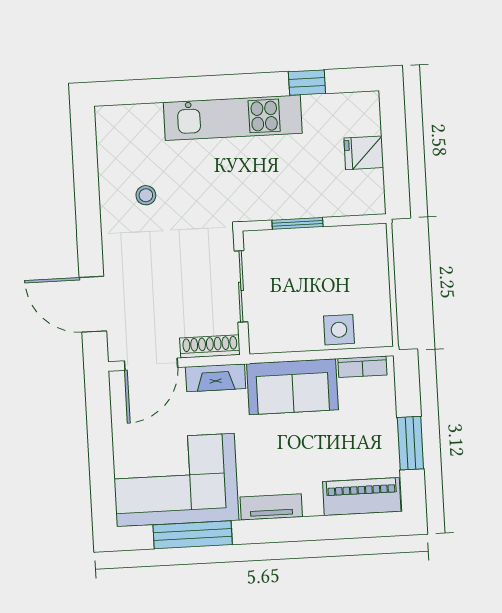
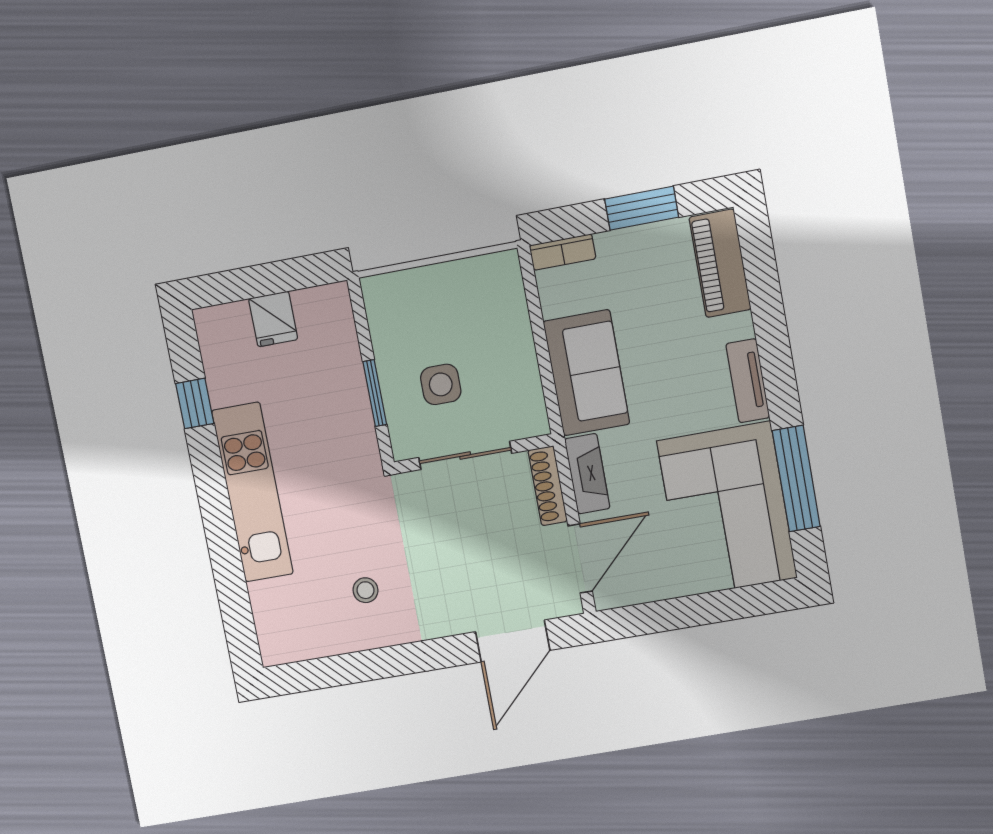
side table: (339, 330) -> (441, 384), moved
door: (151, 364) -> (580, 559), hinge flipped
bookcase: (362, 367) -> (562, 252), moved, turned 90

